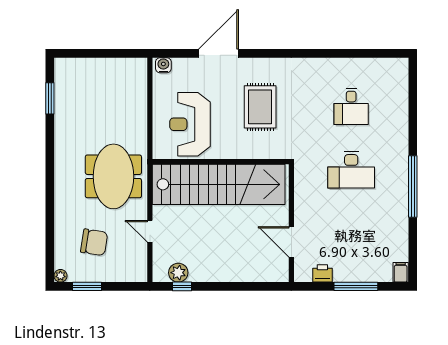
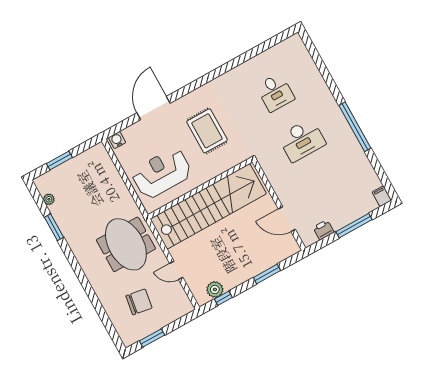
window: (93, 53) -> (59, 160), added
window: (50, 98) -> (54, 227), moved
reception desk: (190, 124) -> (162, 173), turned 90
plant: (60, 276) -> (49, 199), moved
window: (240, 286) -> (267, 274), added

